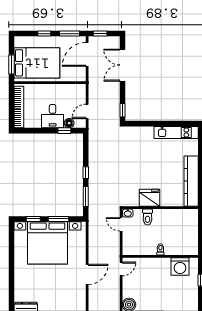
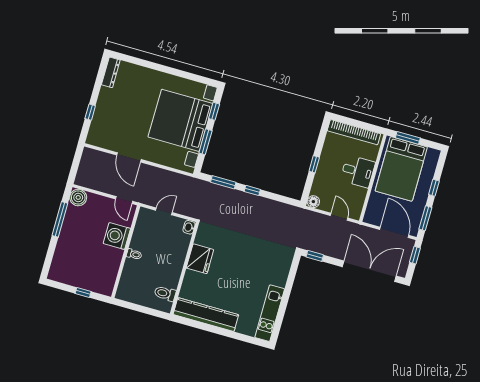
double door: (122, 65) -> (369, 271), width x1.36
door: (87, 111) -> (339, 217), moved
desk: (53, 116) -> (358, 171), moved, turned 180
floor lamp: (69, 123) -> (313, 202), moved
window: (64, 131) -> (314, 164), moved
toilet: (148, 217) -> (165, 293), moved
door: (121, 224) -> (164, 211), moved
washing machine: (180, 267) -> (117, 236), moved

